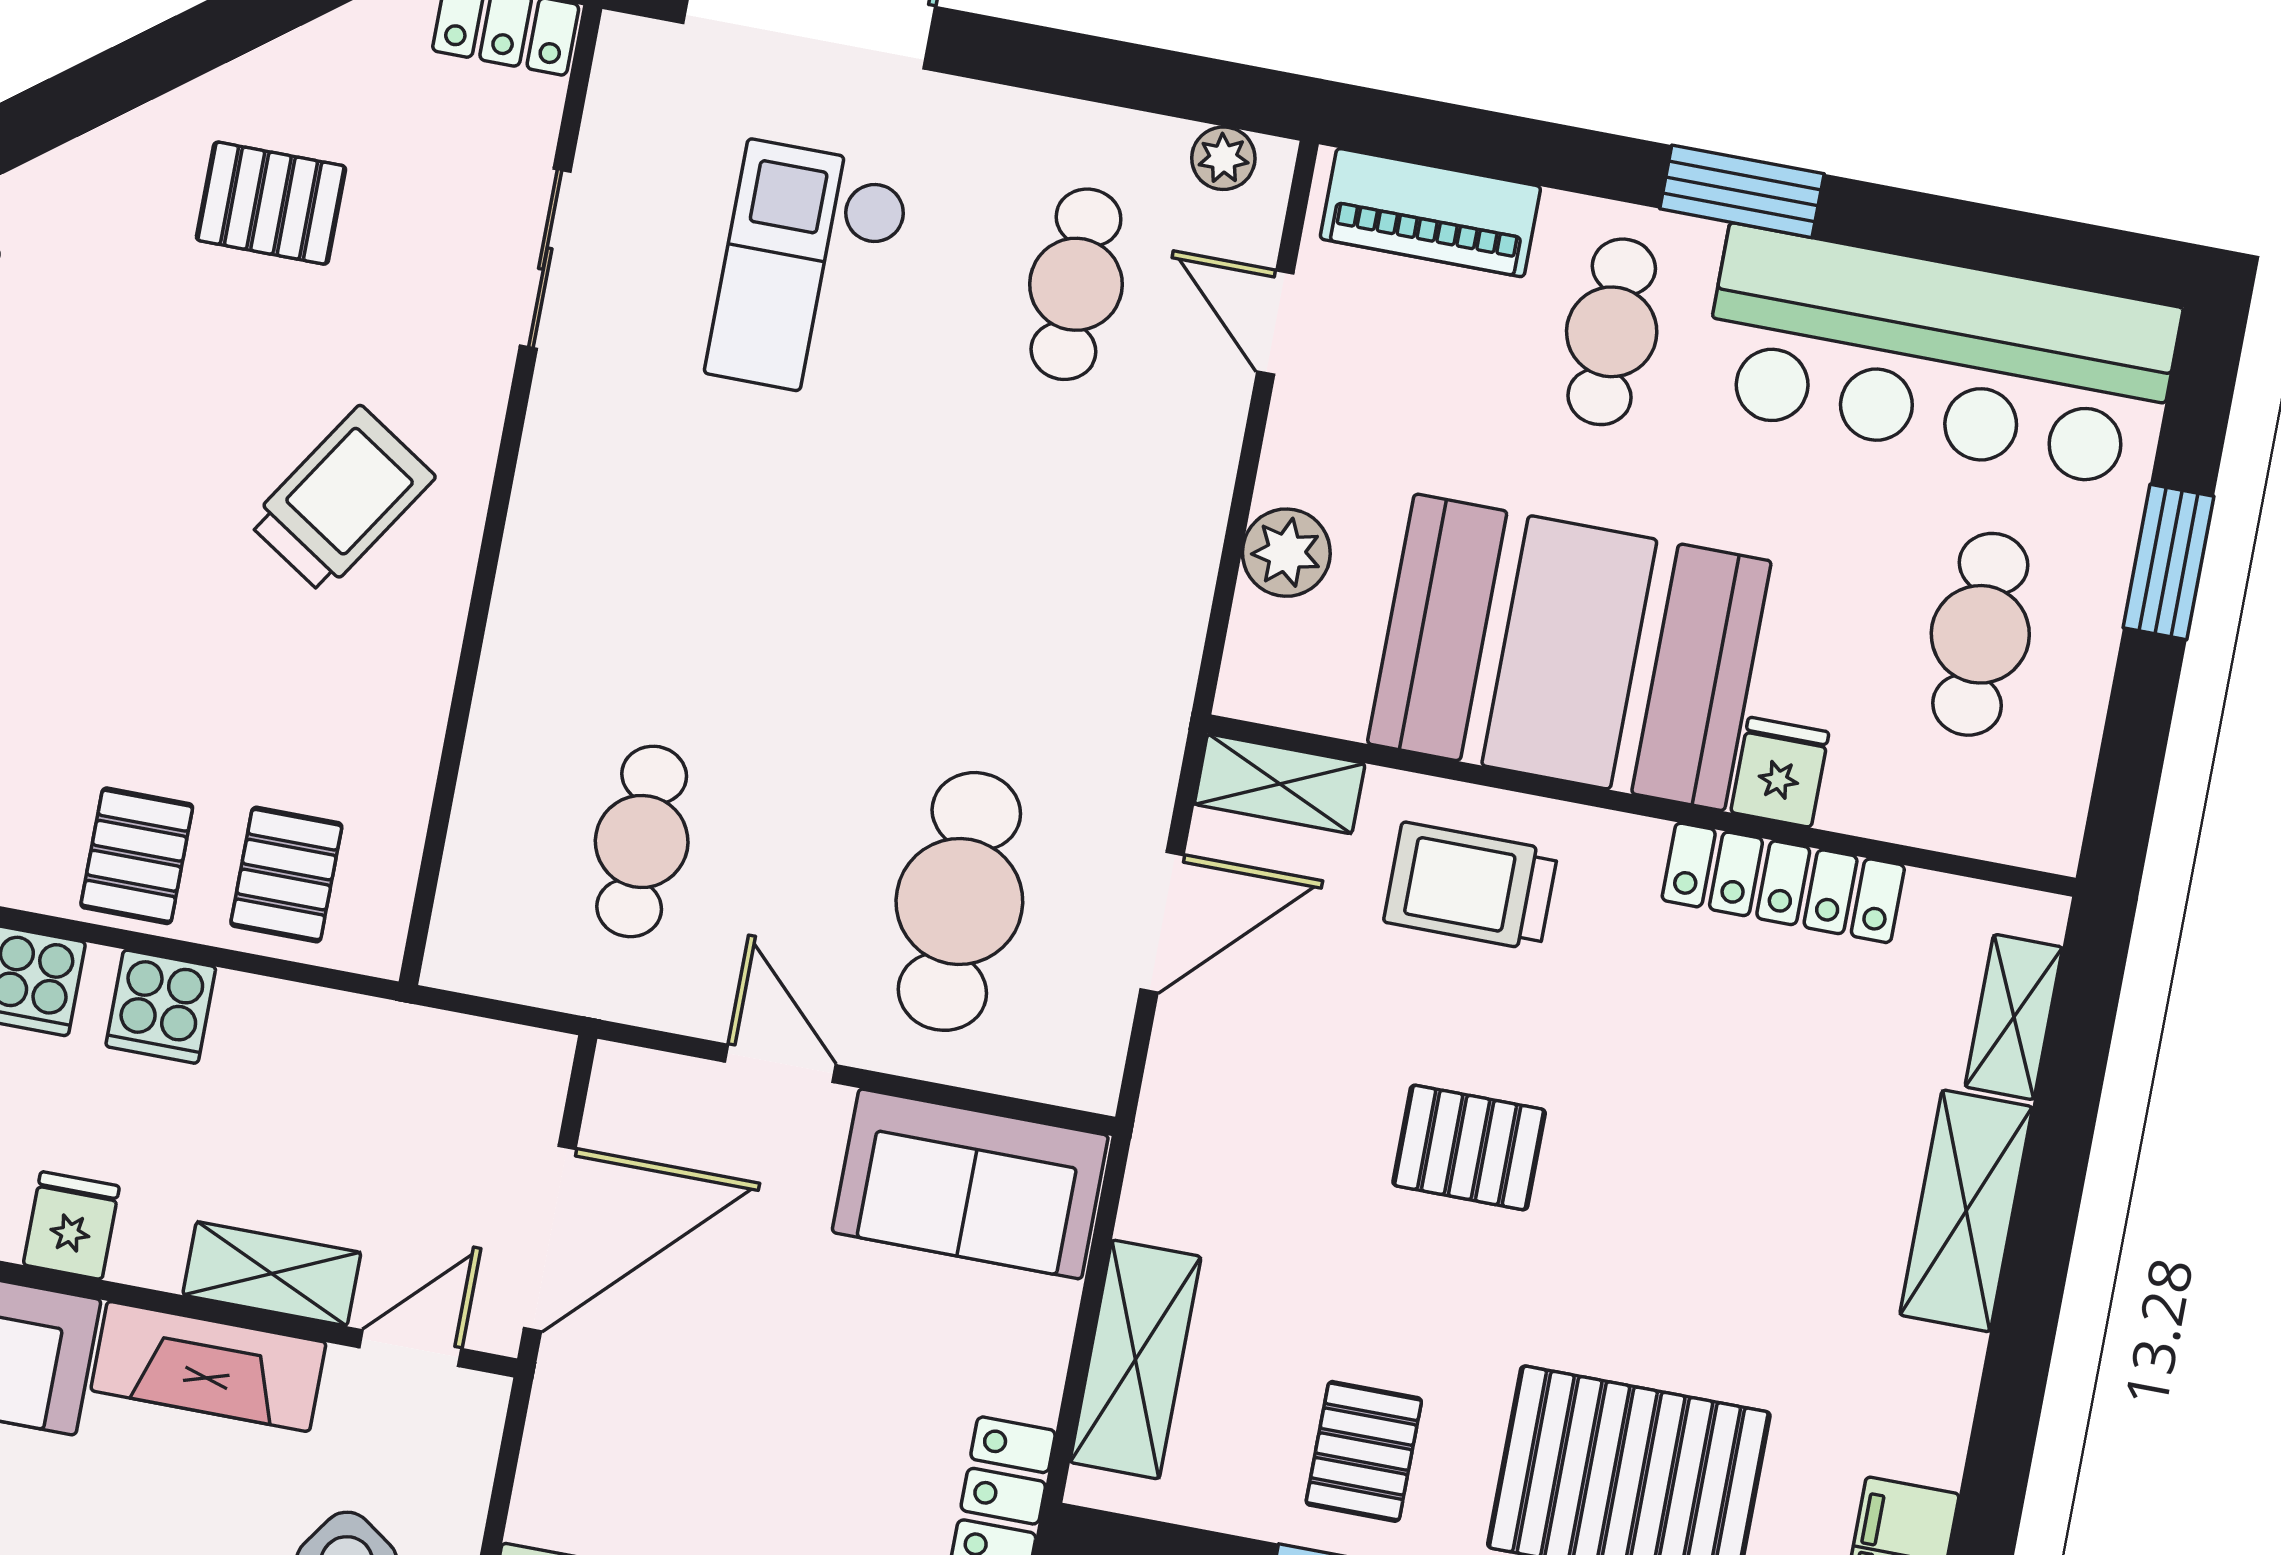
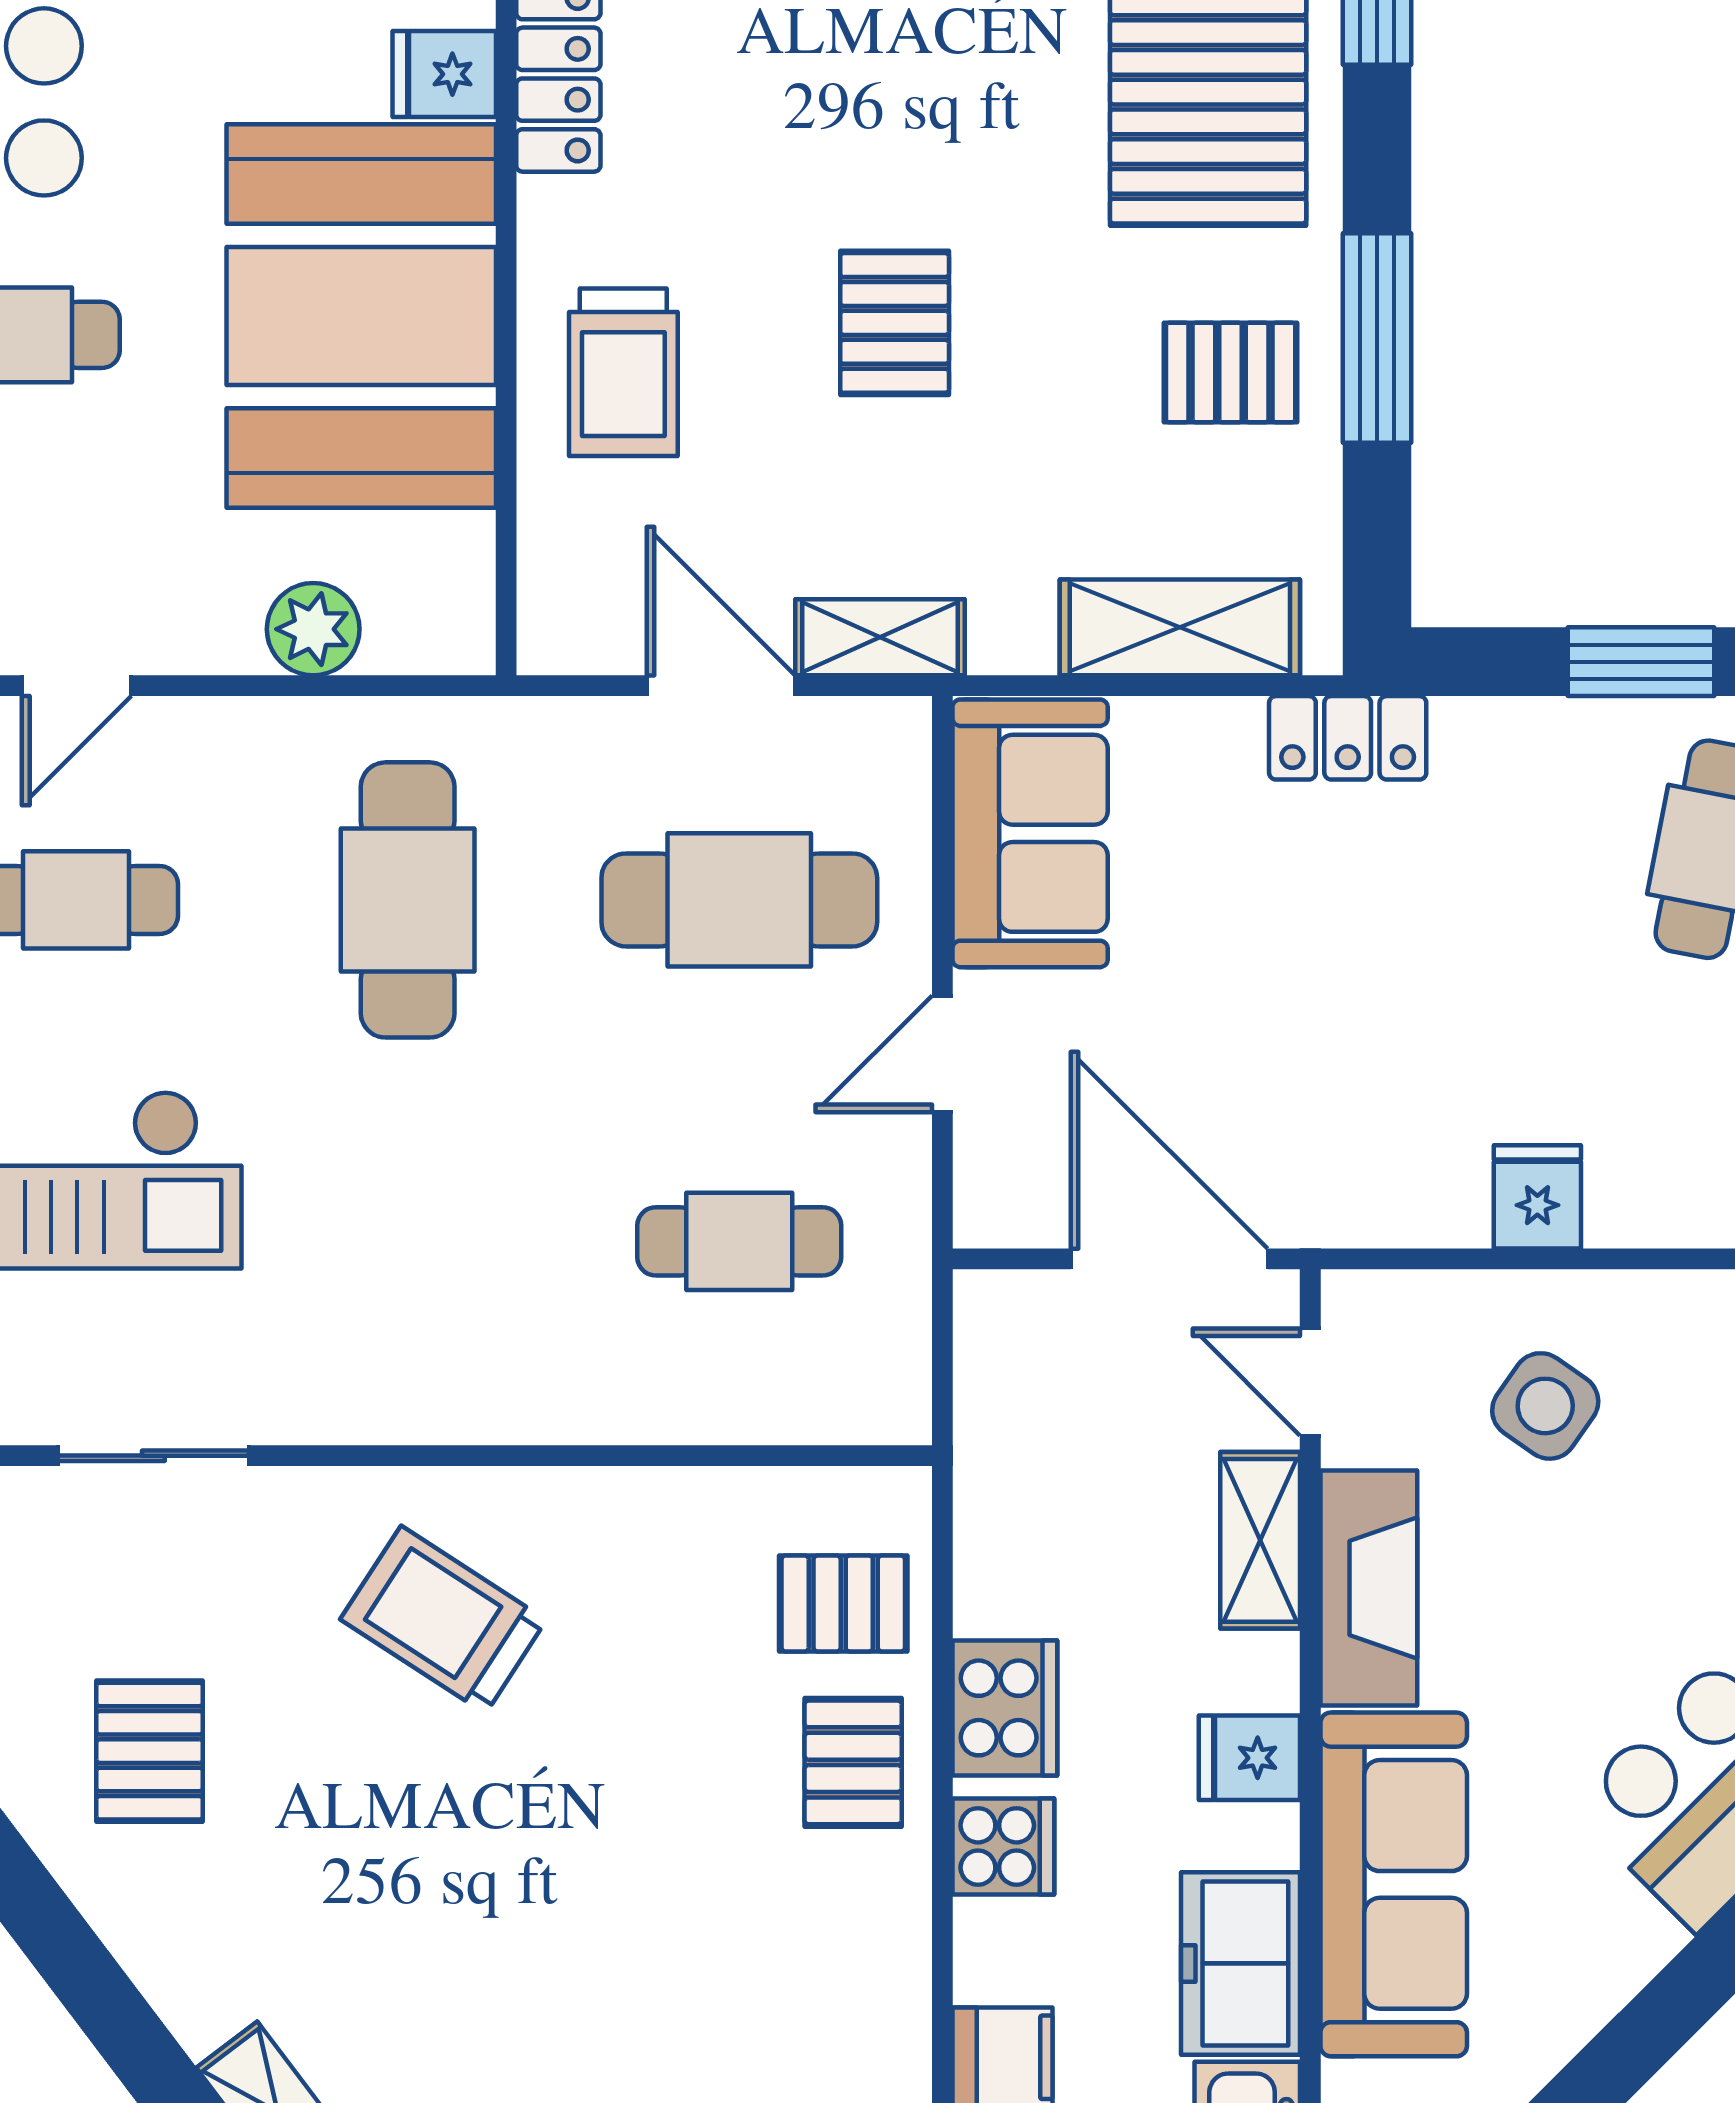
cafe table: (1018, 593) -> (408, 900), added
shelving: (1280, 784) -> (880, 637), moved, turned 90
pallet: (137, 856) -> (853, 1762), turned 90
cooker: (161, 1007) -> (1005, 1708), width x1.36

